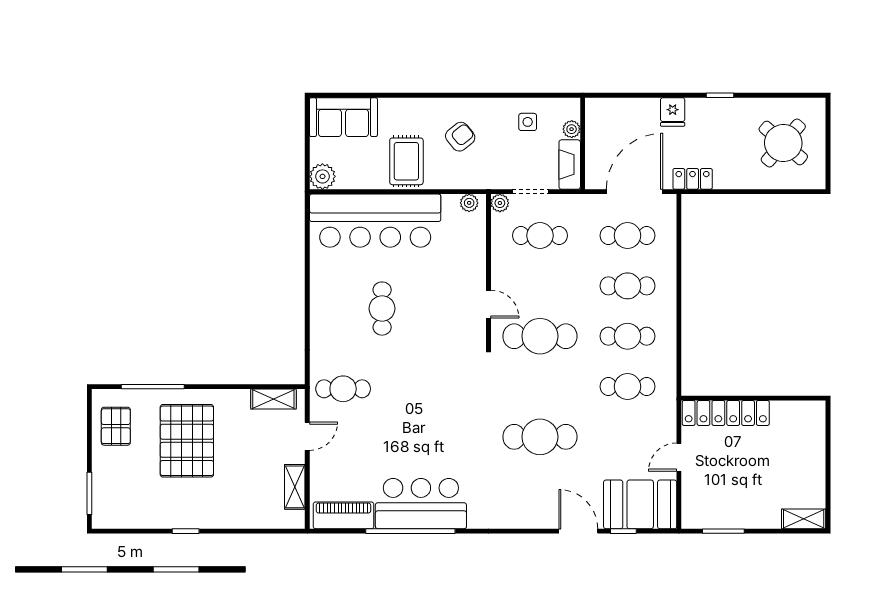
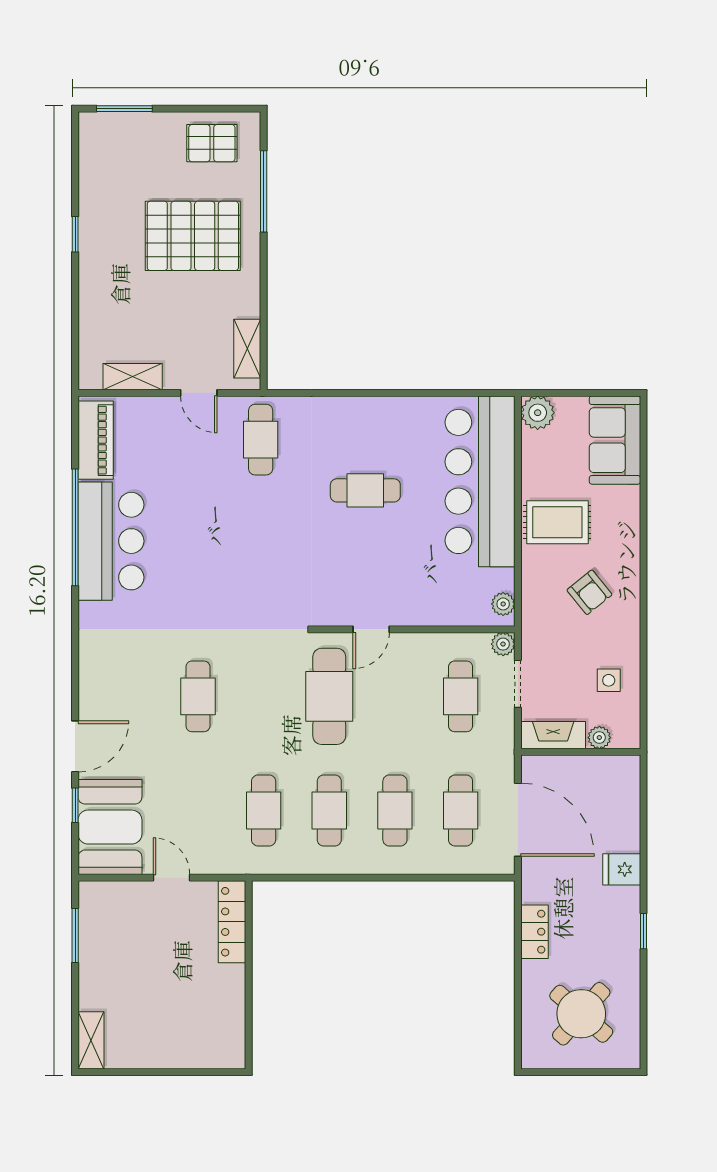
locker: (693, 179) -> (534, 932), moved
locker: (726, 413) -> (232, 922), width x0.71, depth x0.83
cafe table: (540, 437) -> (198, 696), width x0.73, depth x0.74

